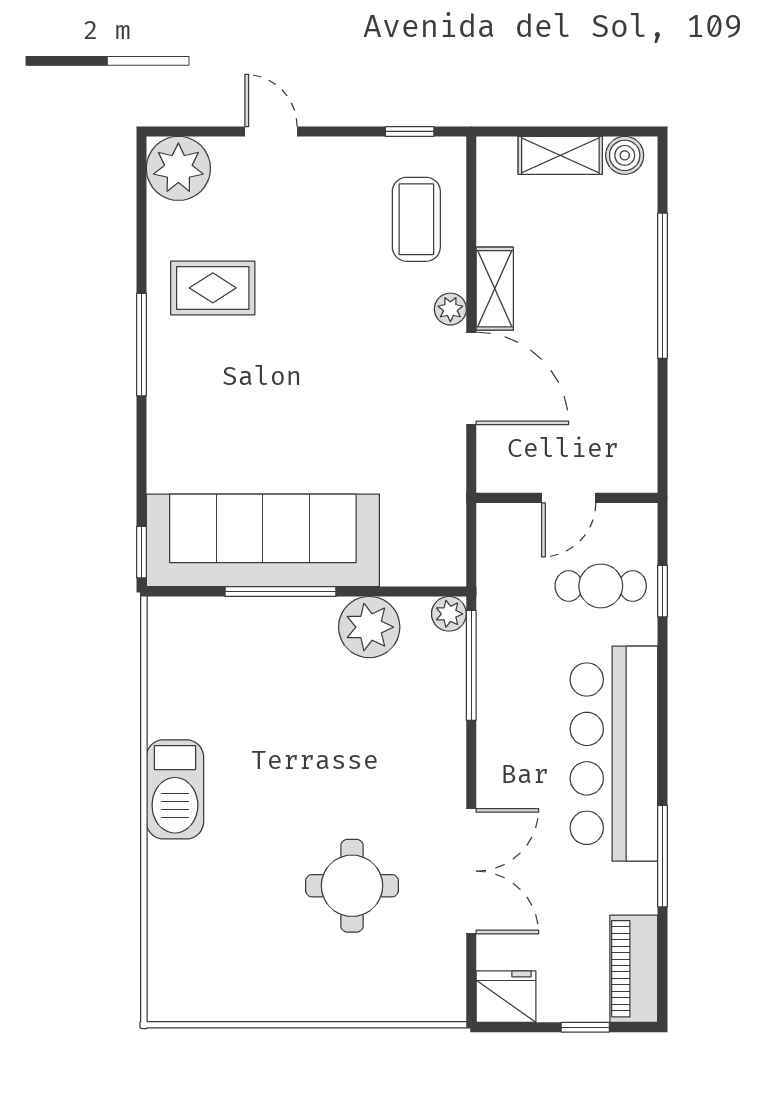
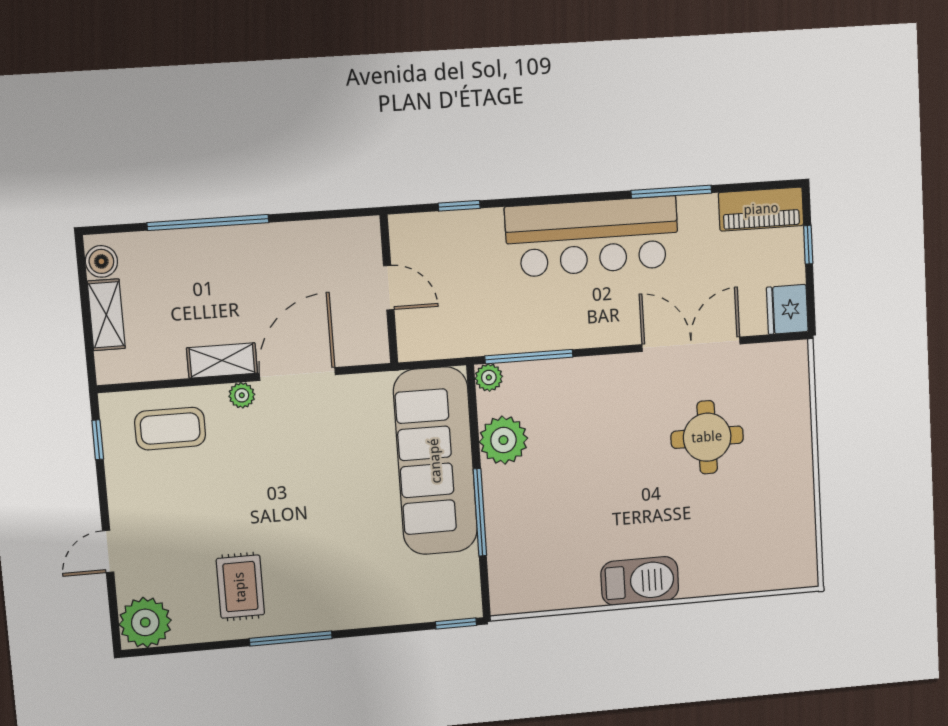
sofa: (263, 540) -> (435, 461), moved
cafe table: (601, 586) -> (458, 257), removed

